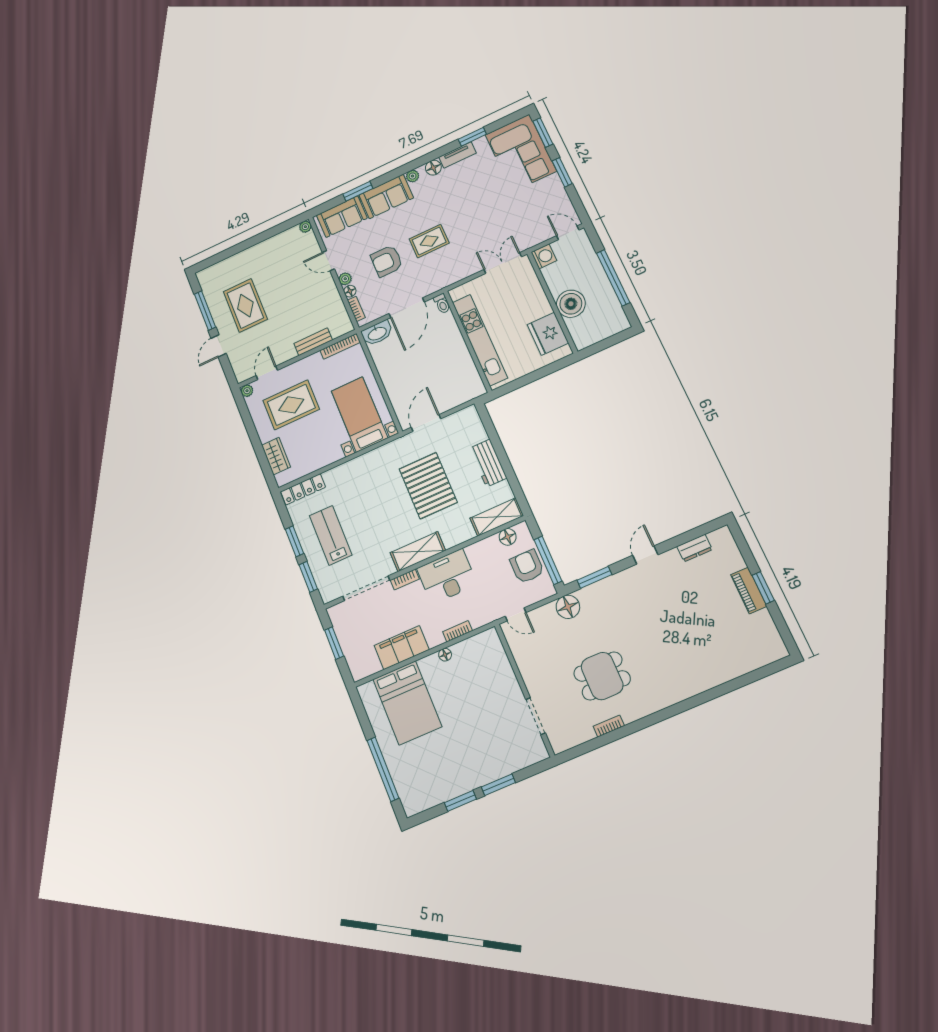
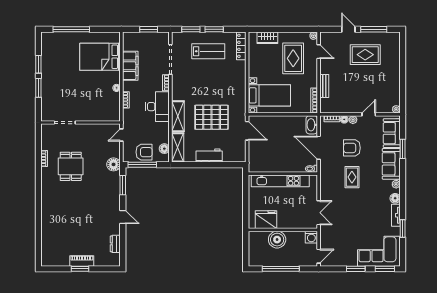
armchair: (387, 261) -> (352, 148), turned -90
shelving: (418, 552) -> (178, 116), moved

